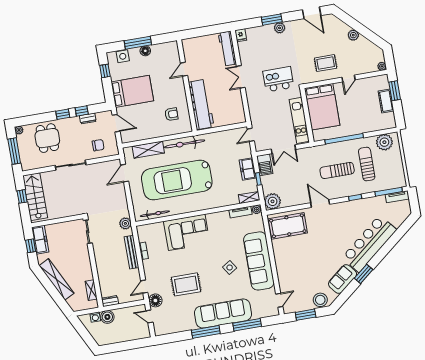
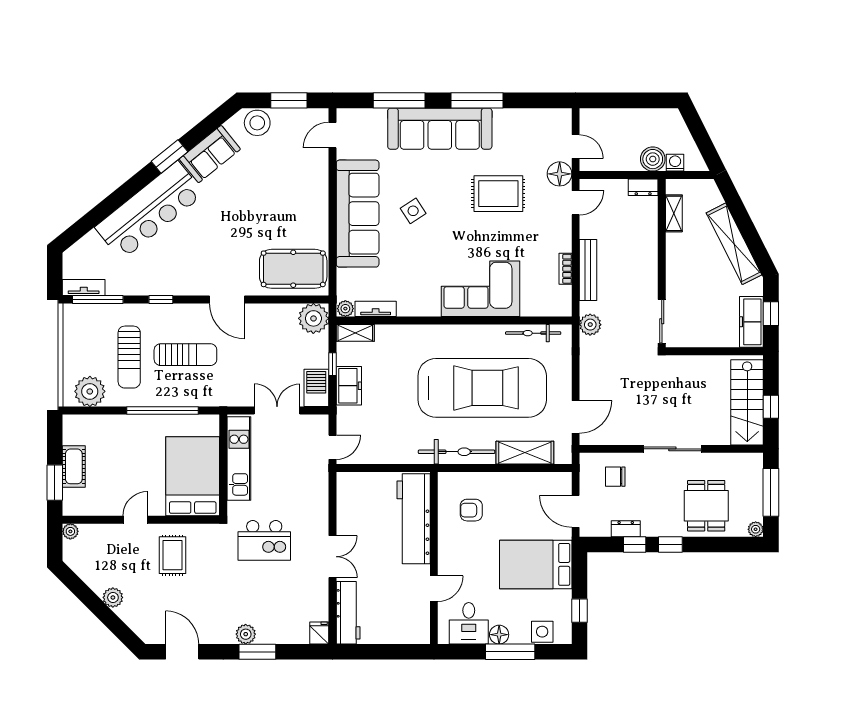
desk: (162, 54) -> (469, 623), added
rug: (326, 63) -> (173, 555), turned 90

